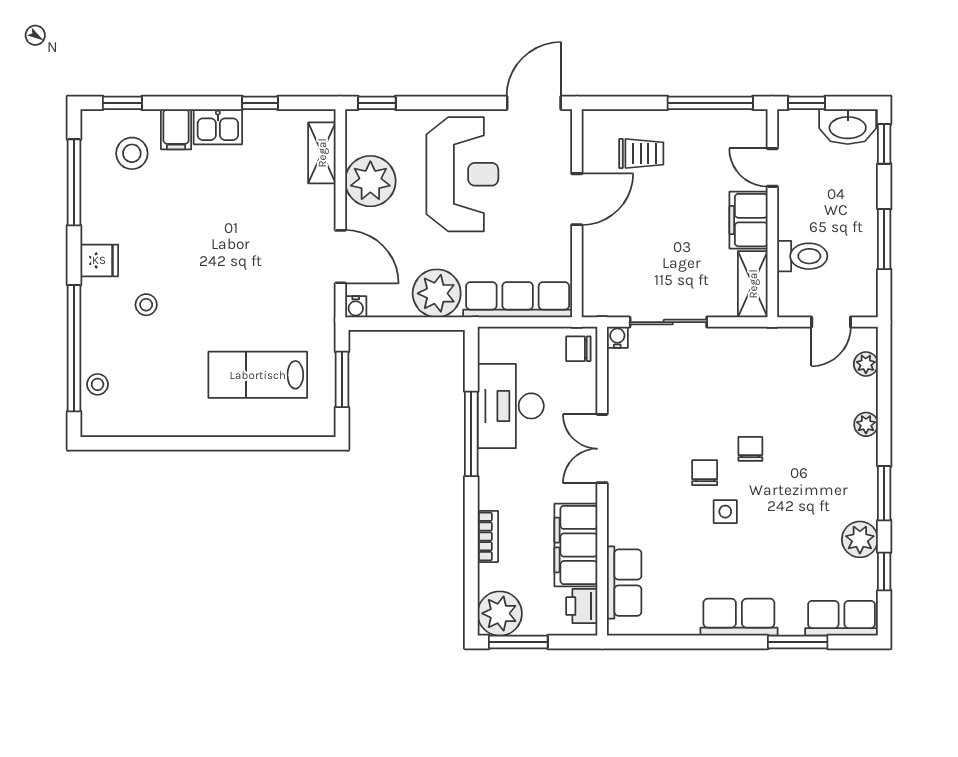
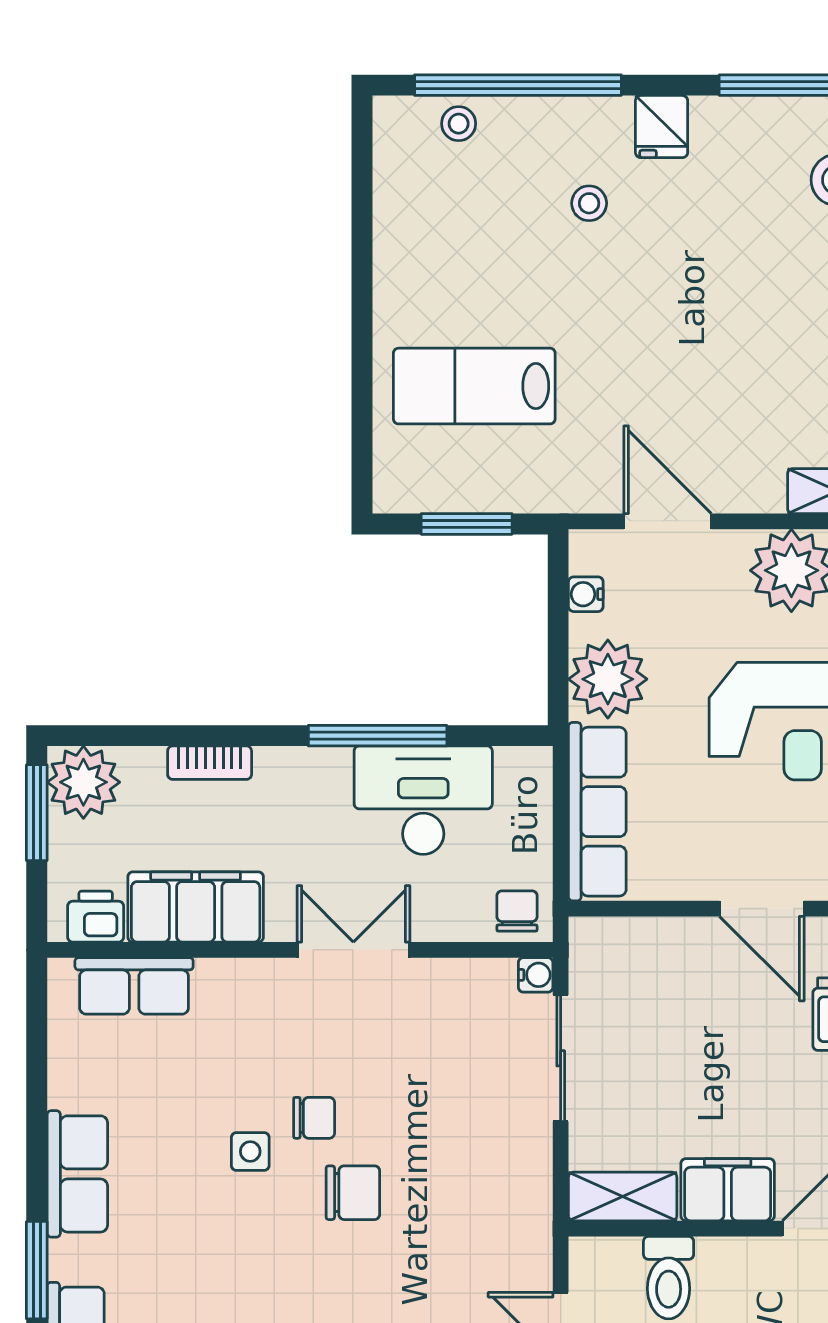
door: (340, 257) -> (668, 521), swing flipped
water cooler: (356, 307) -> (586, 594), moved
lab bench: (258, 375) -> (474, 386), turned -90
chair: (750, 449) -> (353, 1193), width x1.37, depth x1.37

